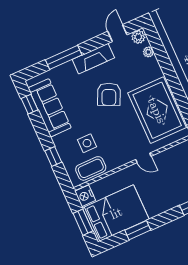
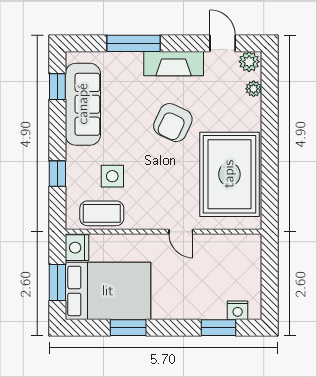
door: (117, 33) -> (223, 43), hinge flipped

